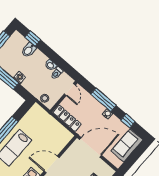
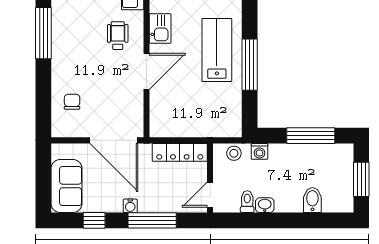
window: (33, 39) -> (320, 220), removed
washing machine: (19, 78) -> (259, 151), moved
door: (70, 89) -> (210, 195), hinge flipped
door: (90, 147) -> (114, 140), hinge flipped

